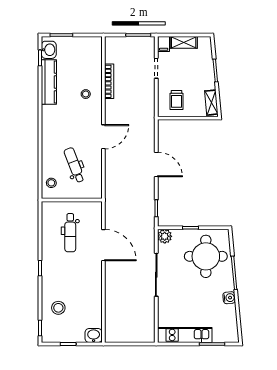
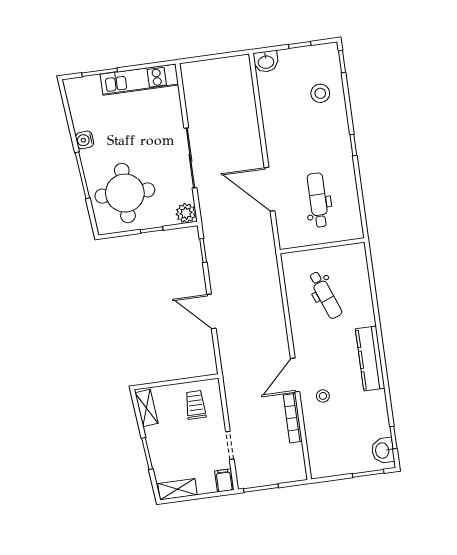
shelving: (184, 42) -> (177, 489), moved
kitchen counter: (49, 82) -> (370, 359), moved
door: (103, 137) -> (295, 375), moved
stool: (51, 183) -> (354, 266), removed

